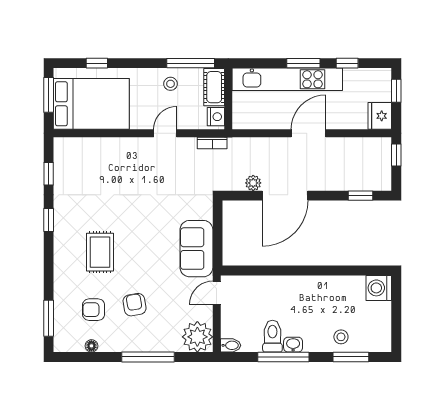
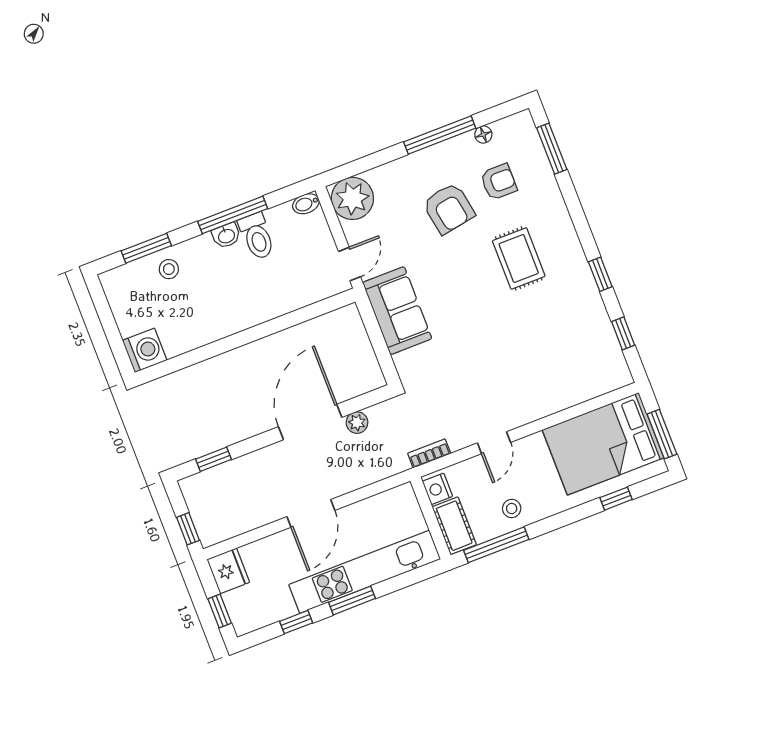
armchair: (135, 305) -> (449, 208), width x1.38, depth x1.38
window: (148, 357) -> (440, 135), moved

